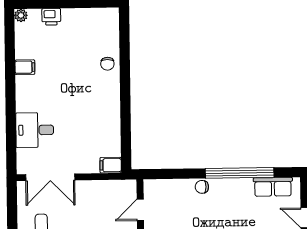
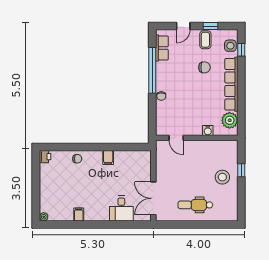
printer: (51, 17) -> (45, 157), moved
filing cabinet: (111, 165) -> (108, 158), moved
double door: (50, 177) -> (153, 198), swing flipped

